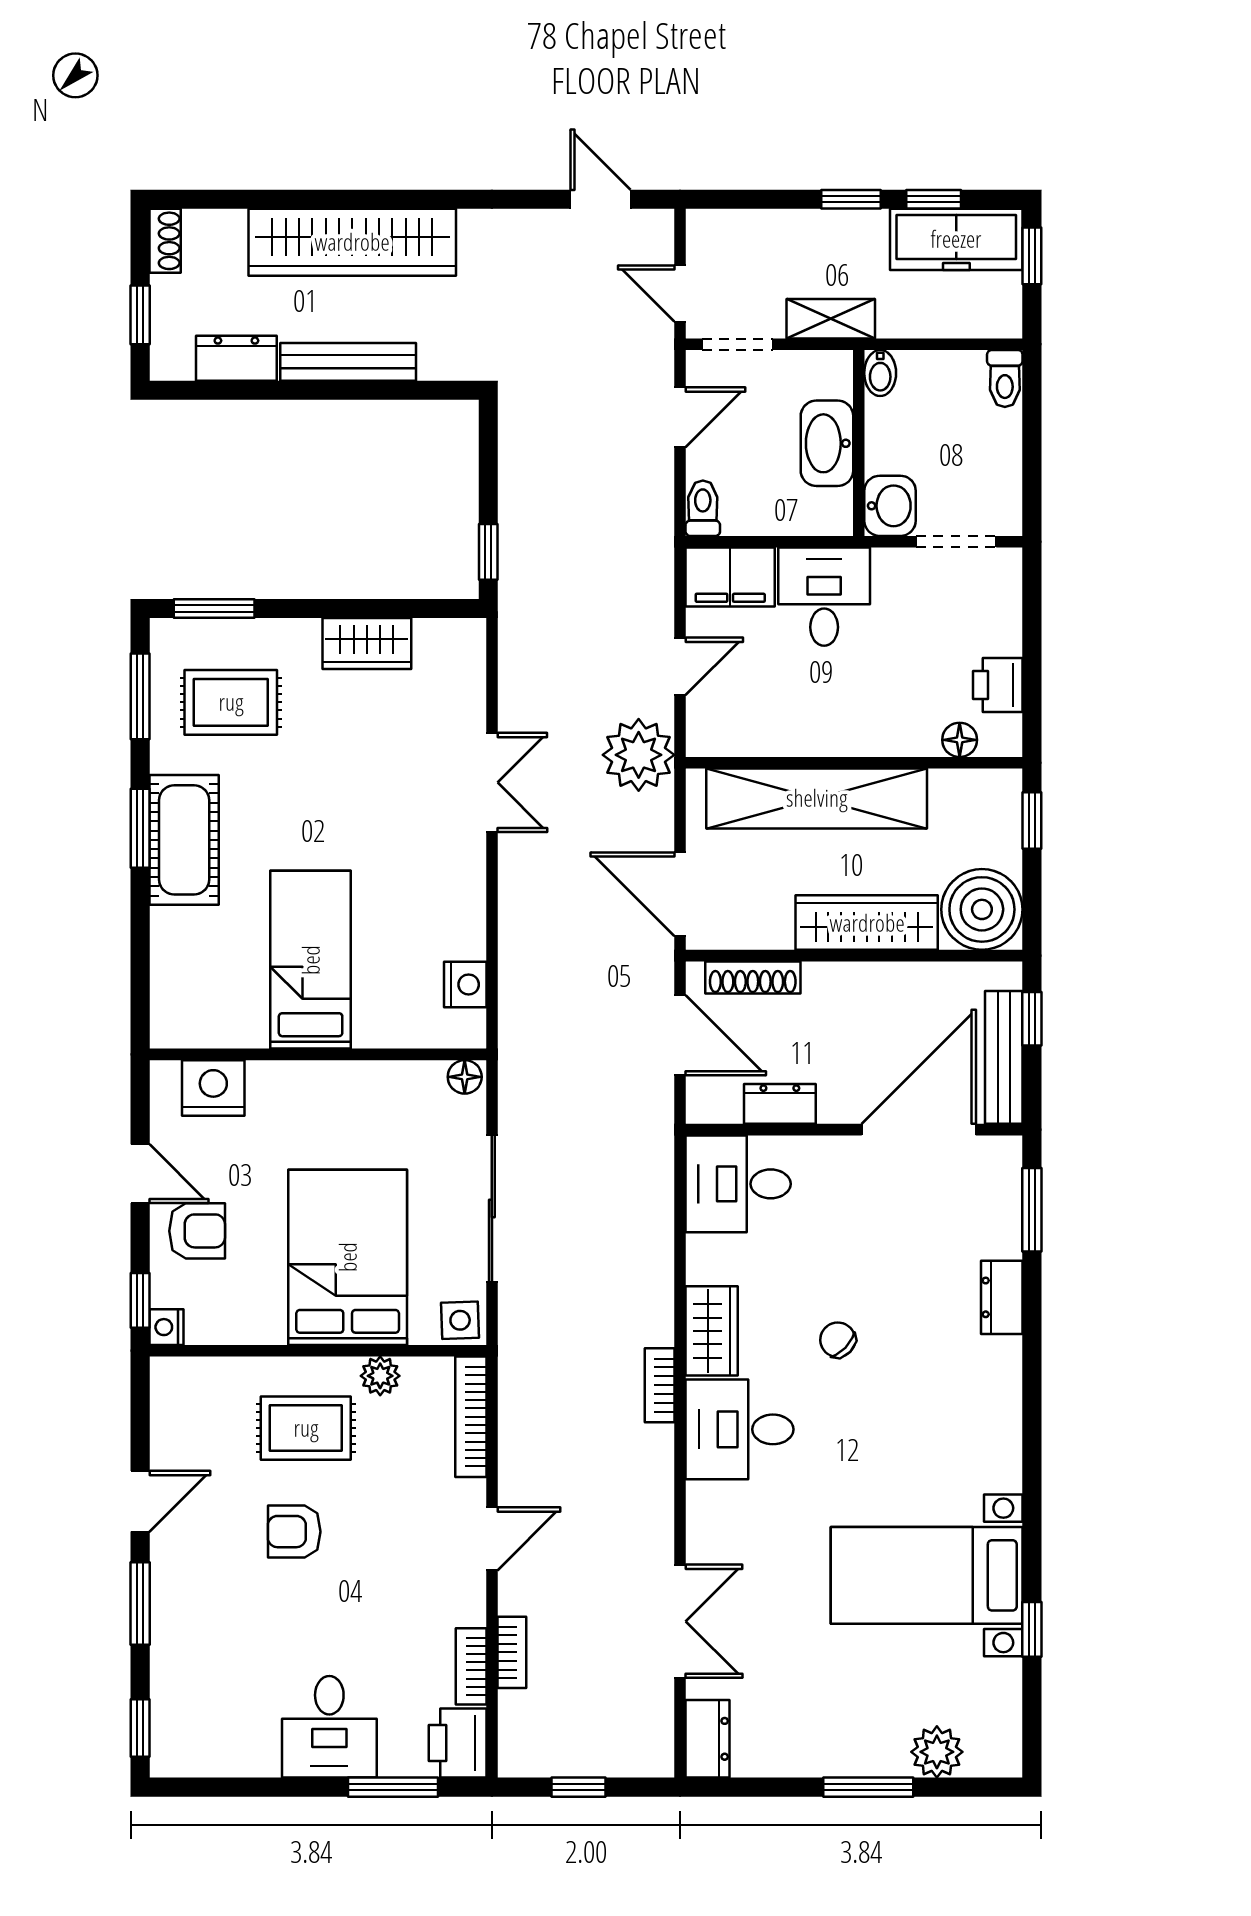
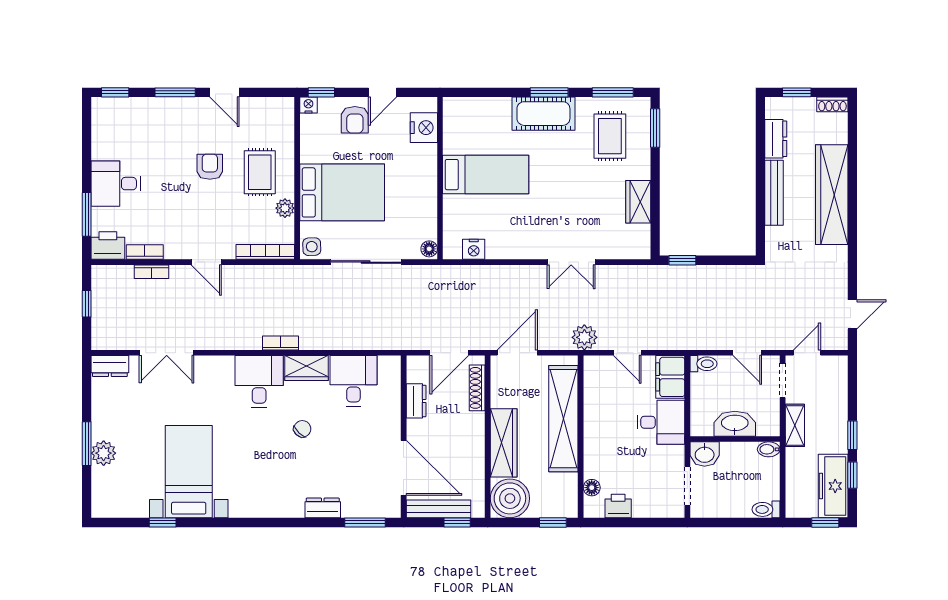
plant: (639, 755) -> (584, 337), width x0.73, depth x0.73
desk: (738, 1184) -> (353, 381), moved
plant: (937, 1752) -> (104, 453), moved

